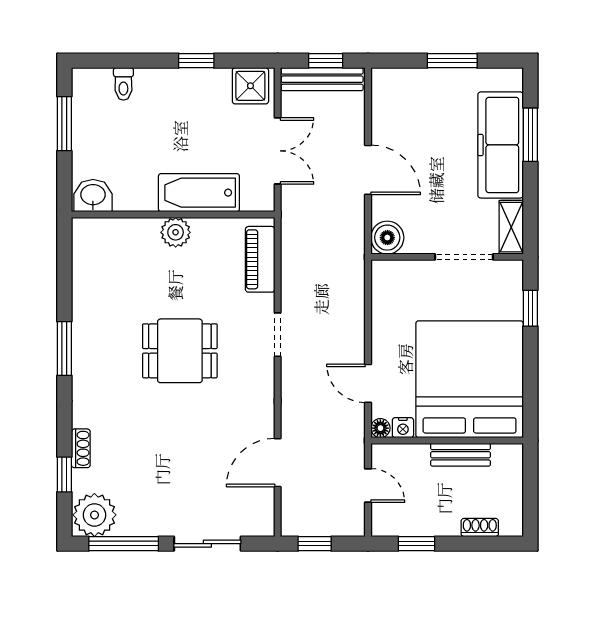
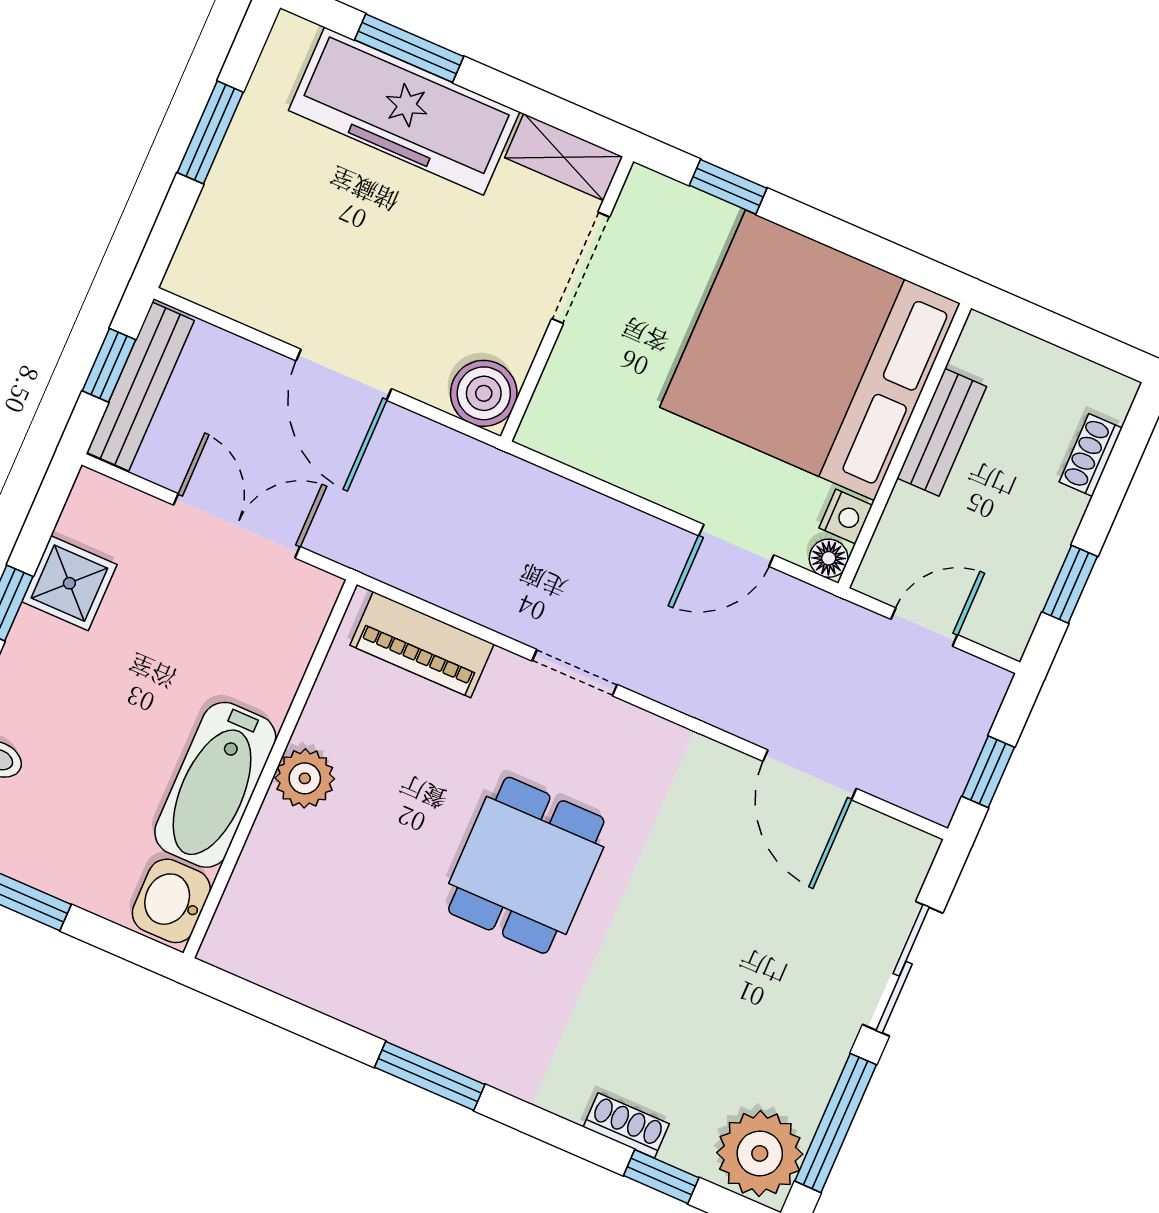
shower: (250, 86) -> (69, 583), moved
door: (368, 170) -> (344, 375), swing flipped
bathtub: (199, 193) -> (215, 785), moved

